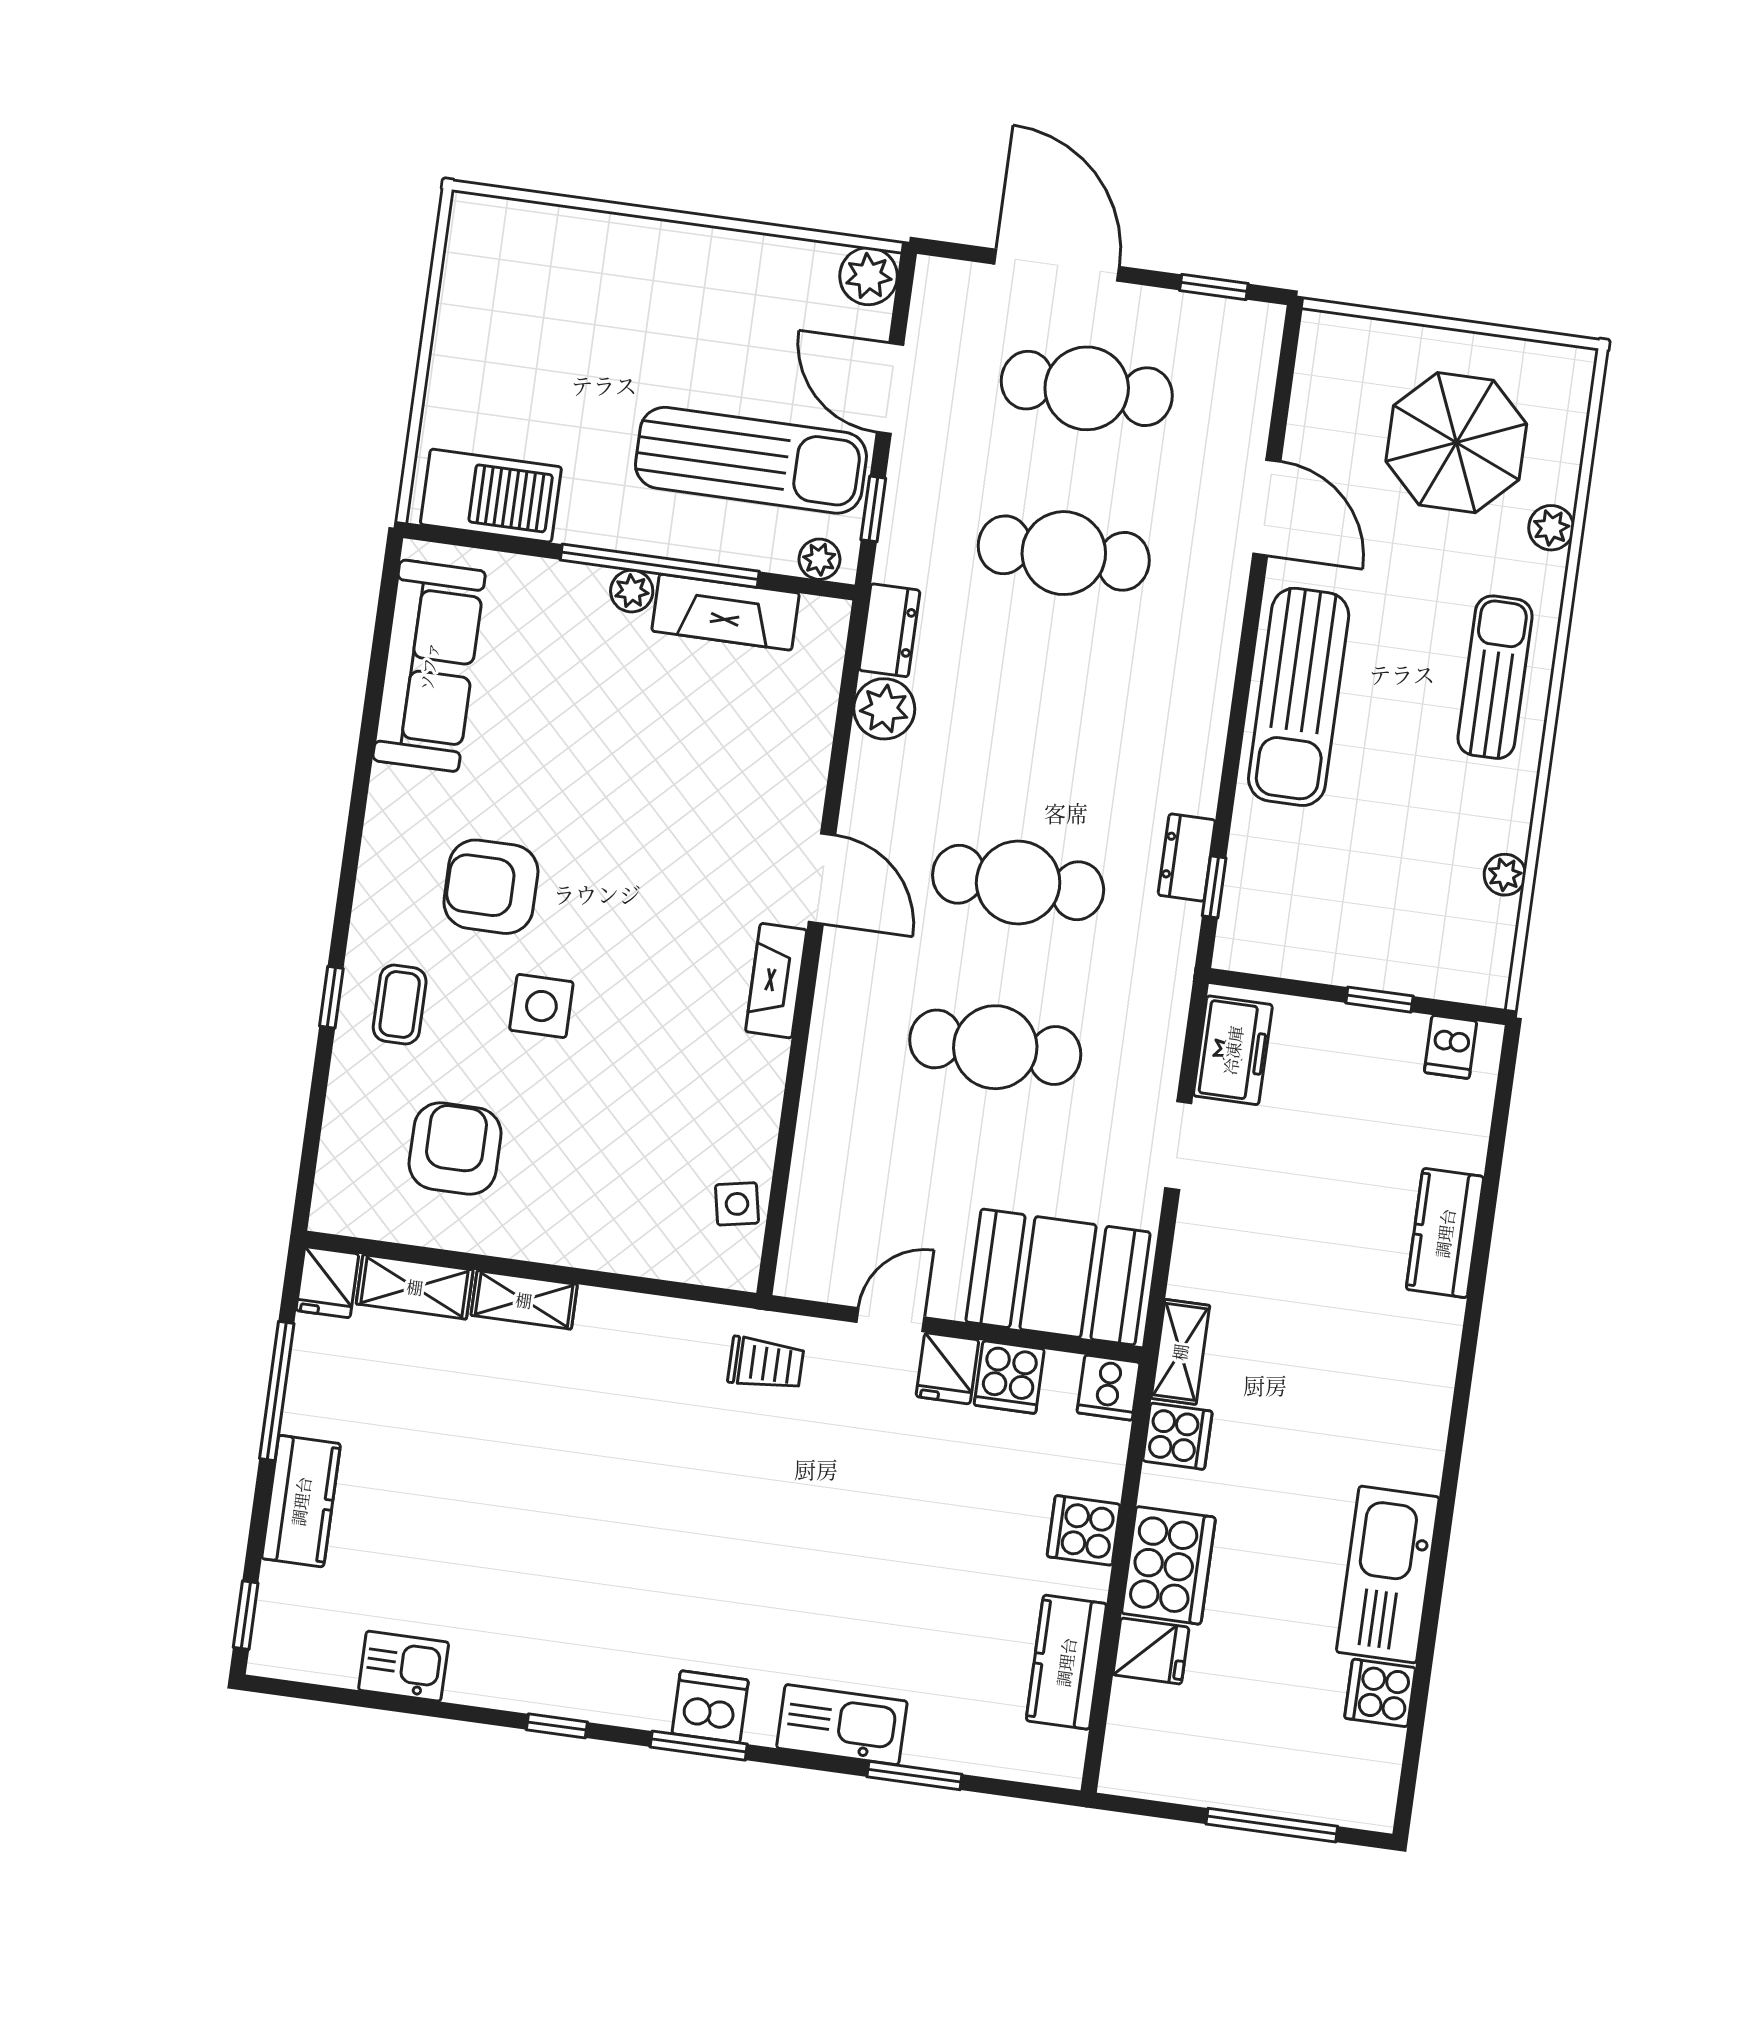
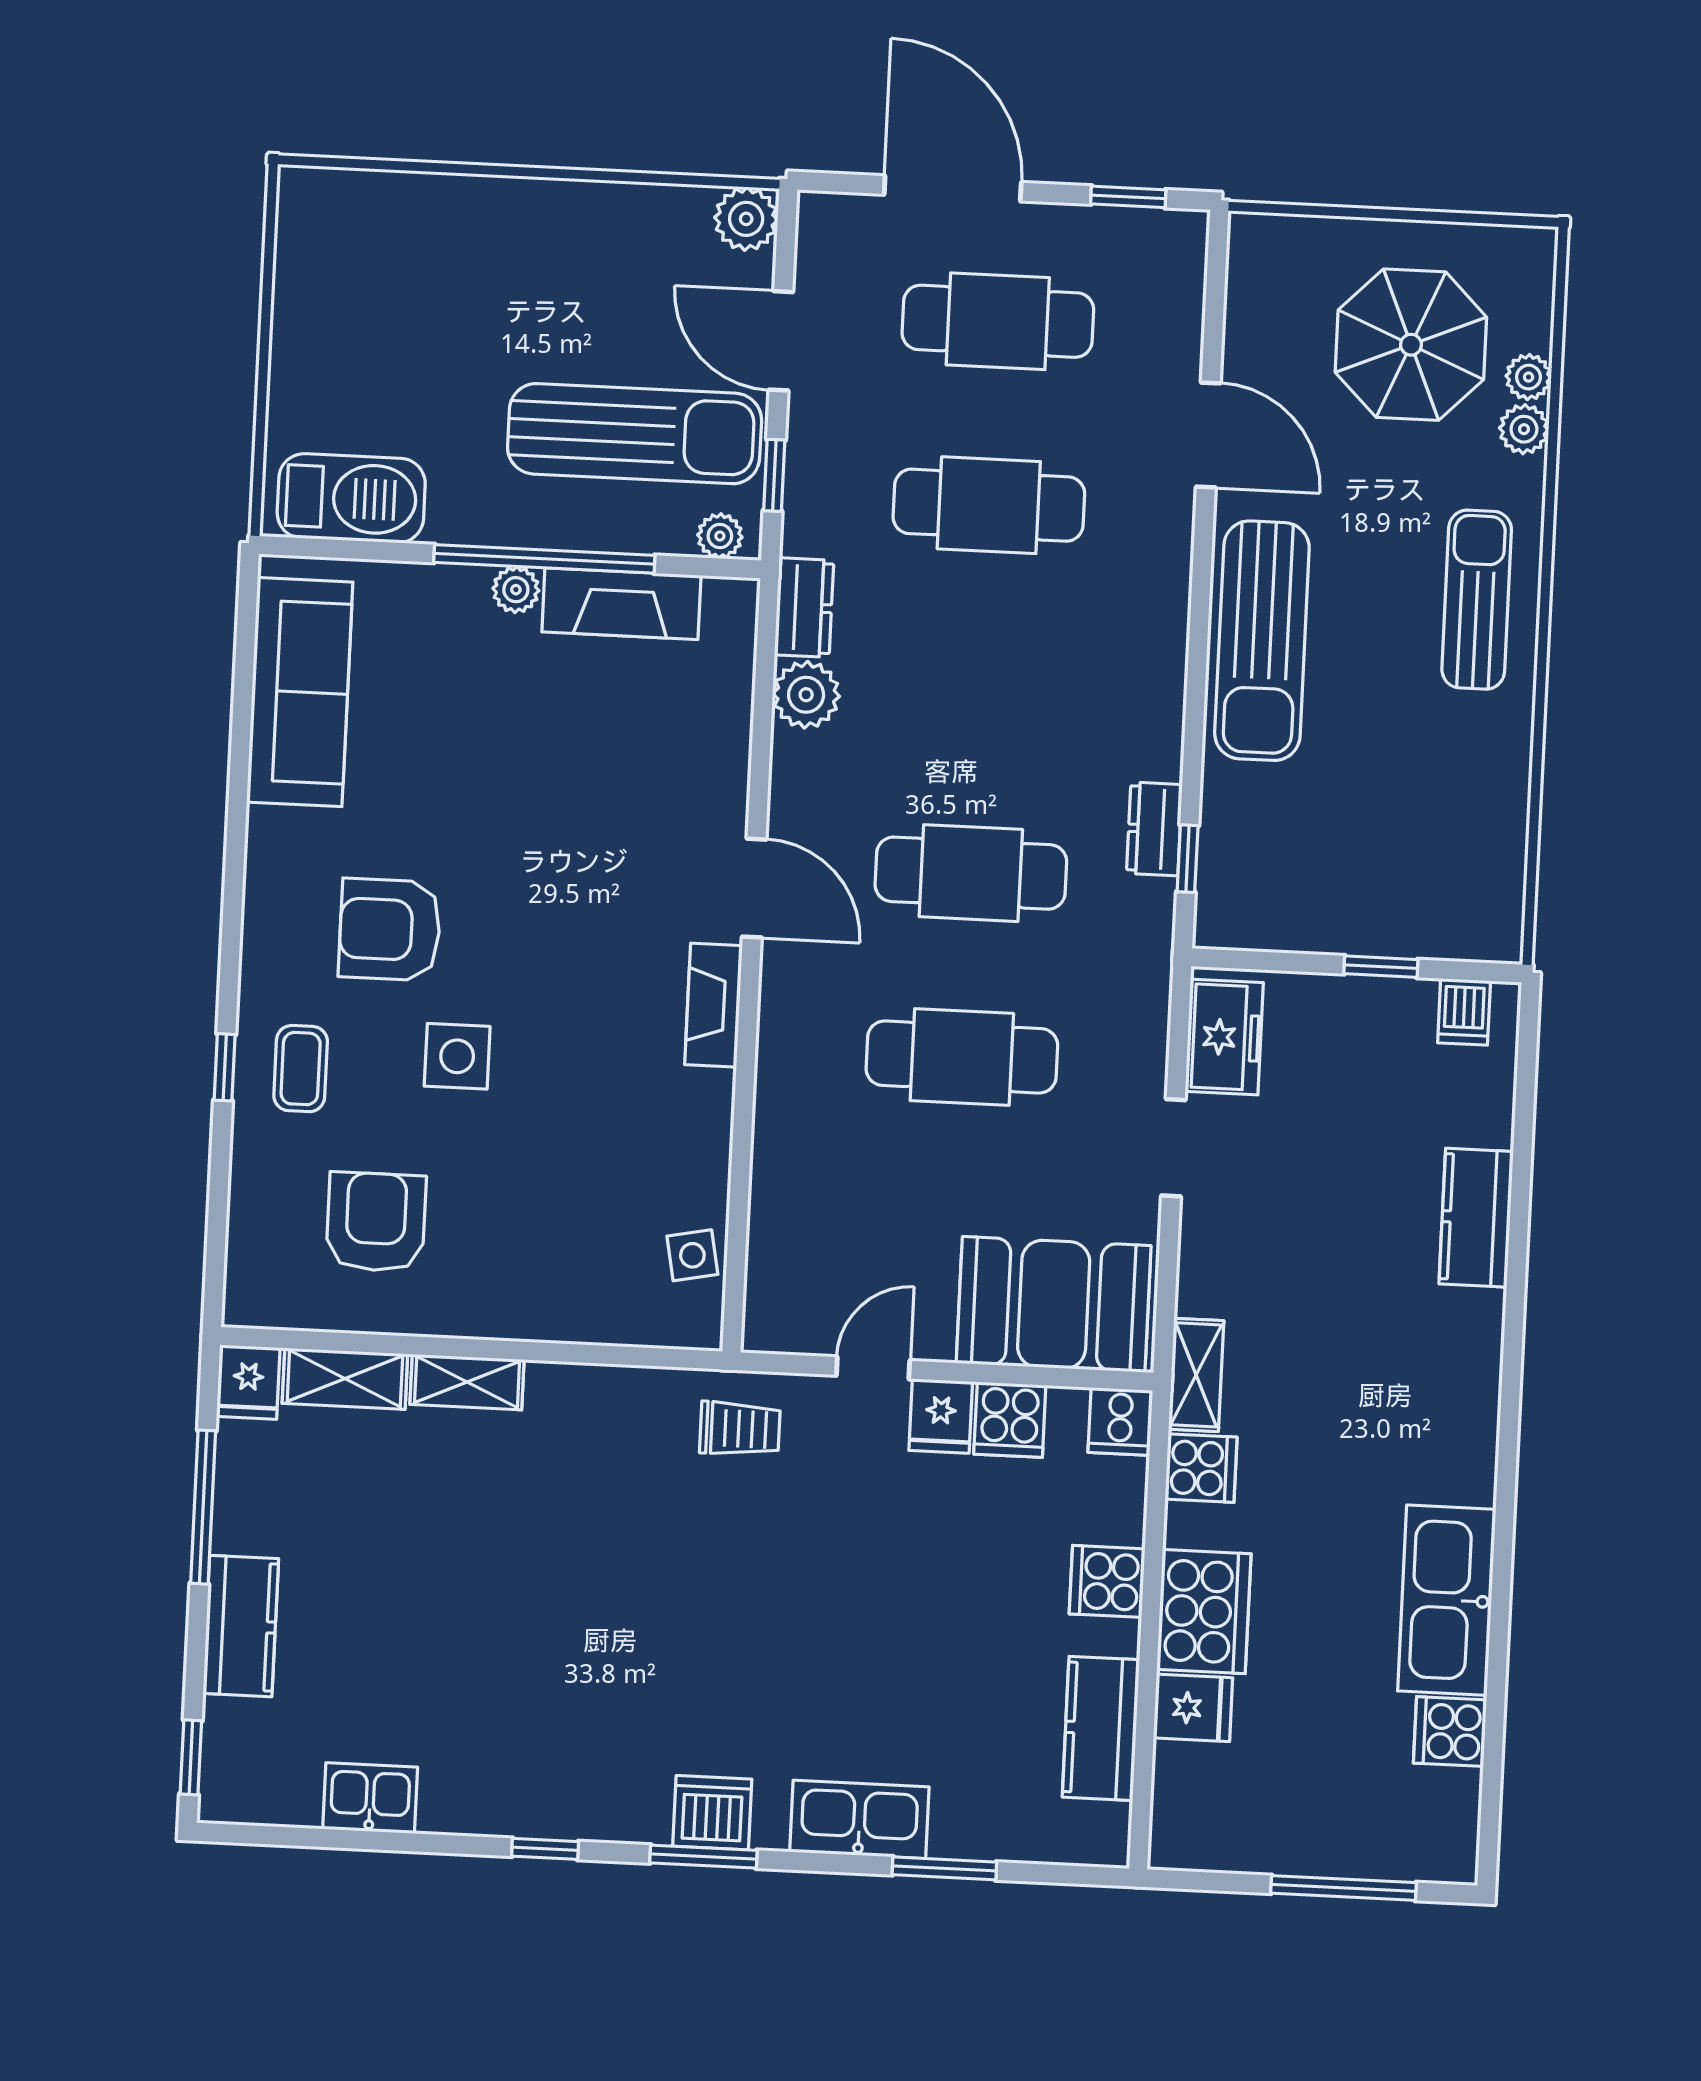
plant: (1505, 875) -> (1529, 377), moved

